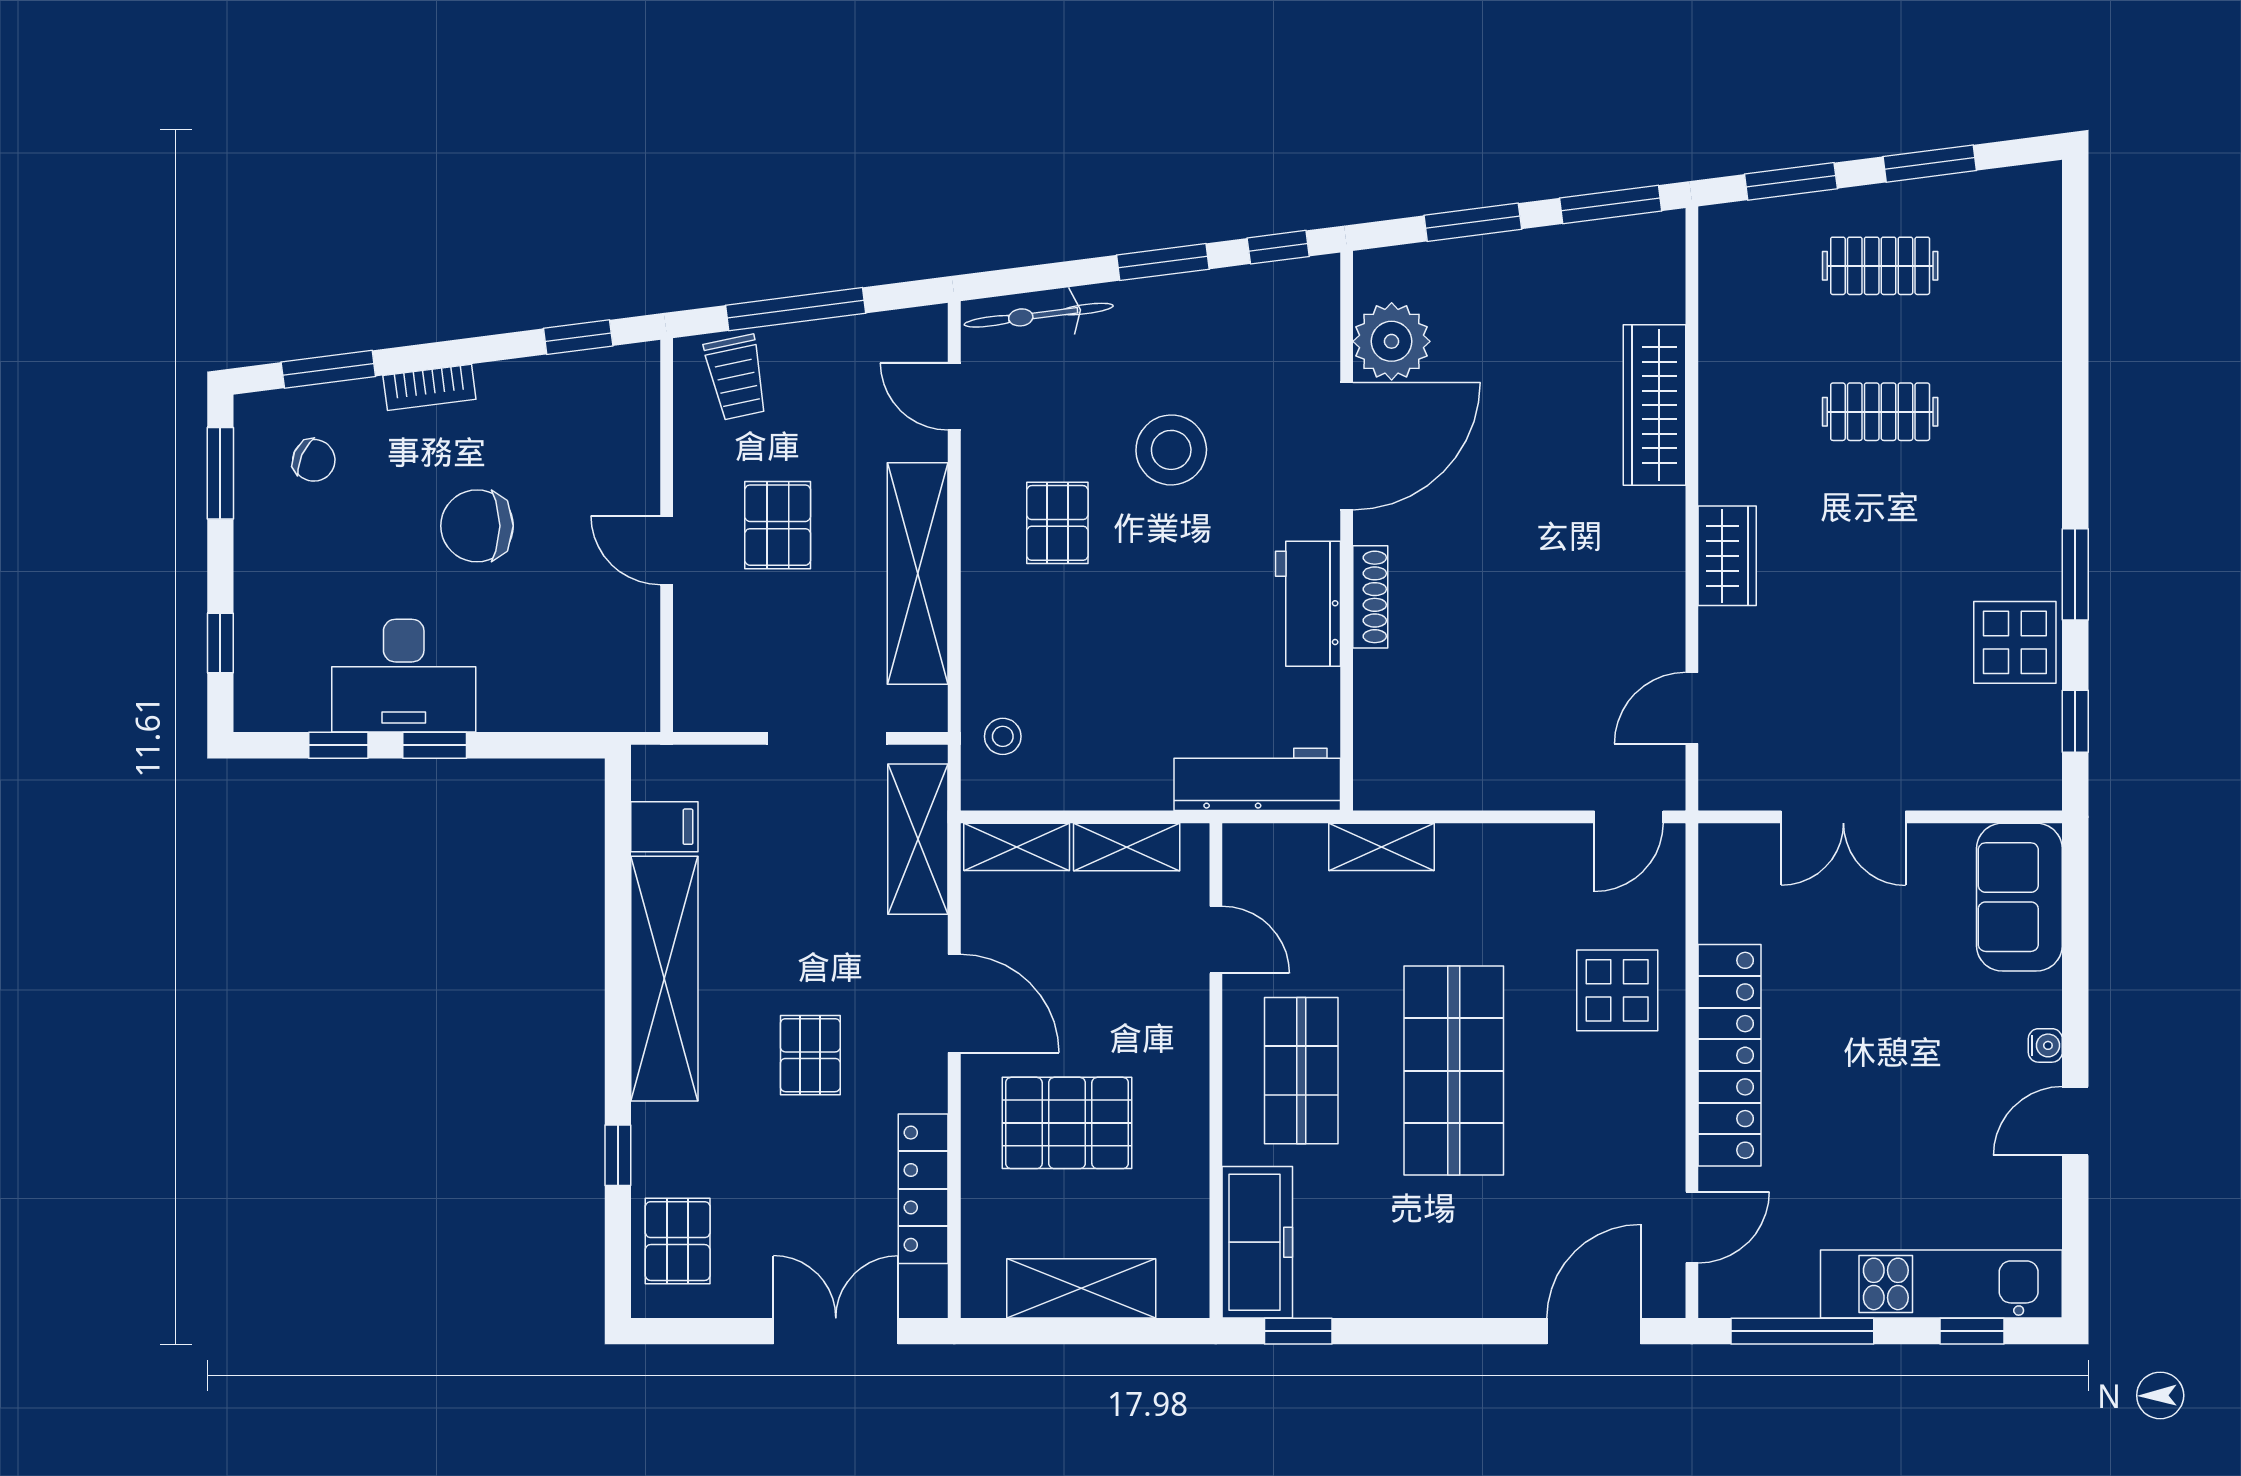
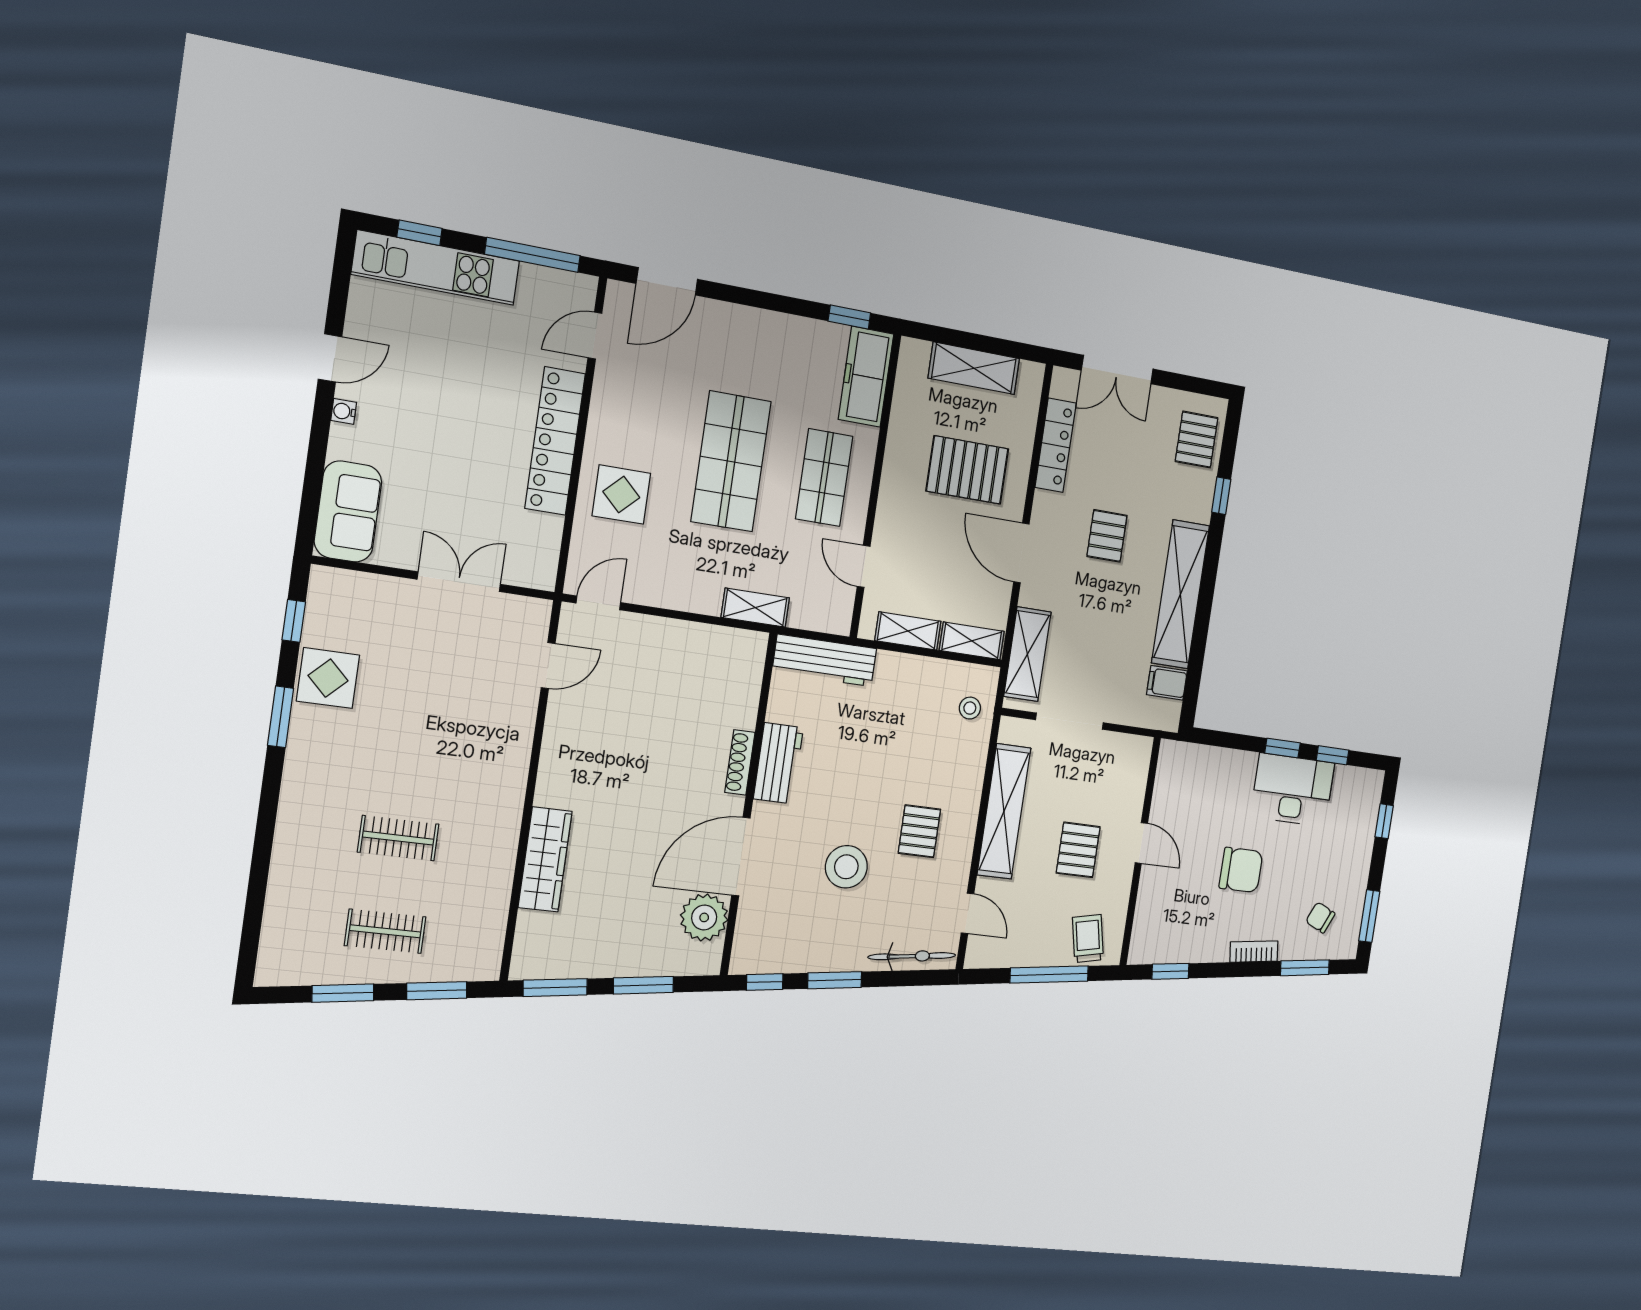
wardrobe: (1727, 556) -> (512, 759), removed

